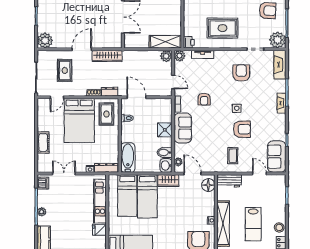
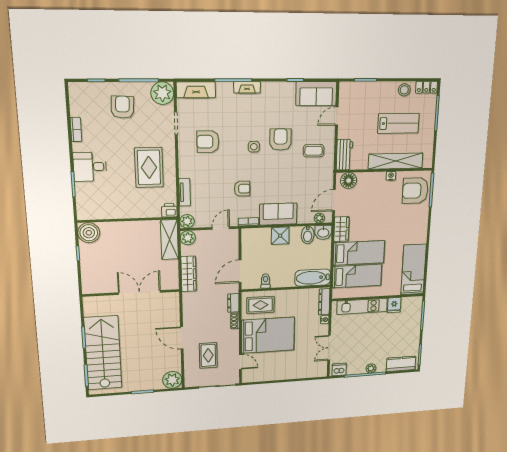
wardrobe: (107, 56) -> (189, 274), moved
rug: (65, 70) -> (208, 355), turned 90
cot: (43, 142) -> (293, 373), removed

